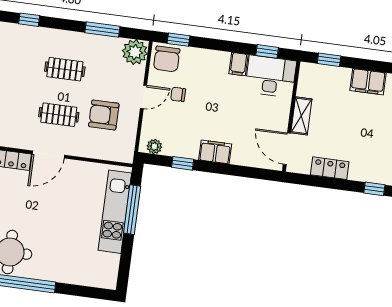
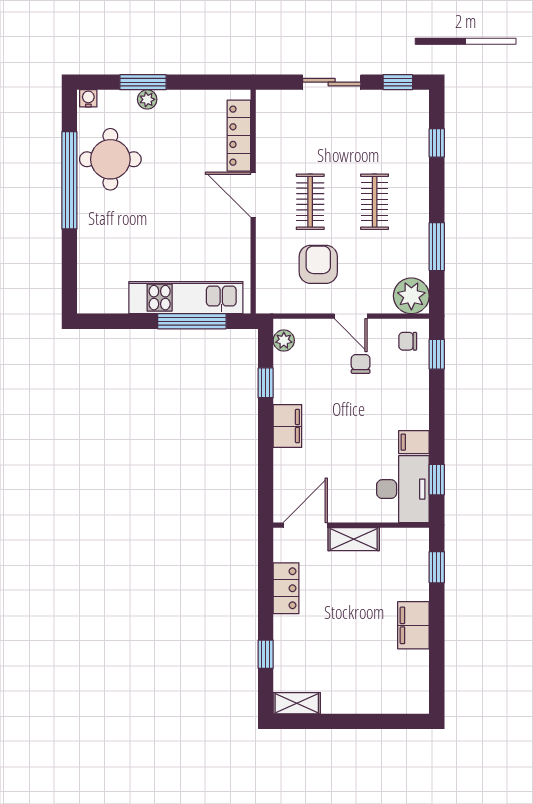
chair: (167, 59) -> (408, 341), width x0.54, depth x0.54

